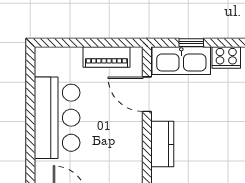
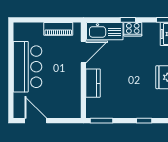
window: (191, 43) -> (128, 20), moved
door: (147, 94) -> (83, 52), swing flipped

